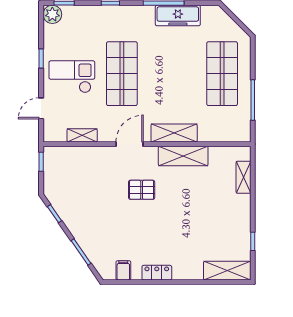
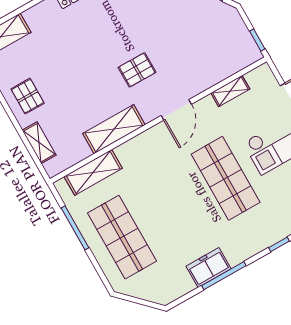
freezer: (178, 15) -> (209, 267), width x0.71
shelving: (174, 133) -> (93, 172), moved
pallet: (233, 216) -> (28, 96), added

